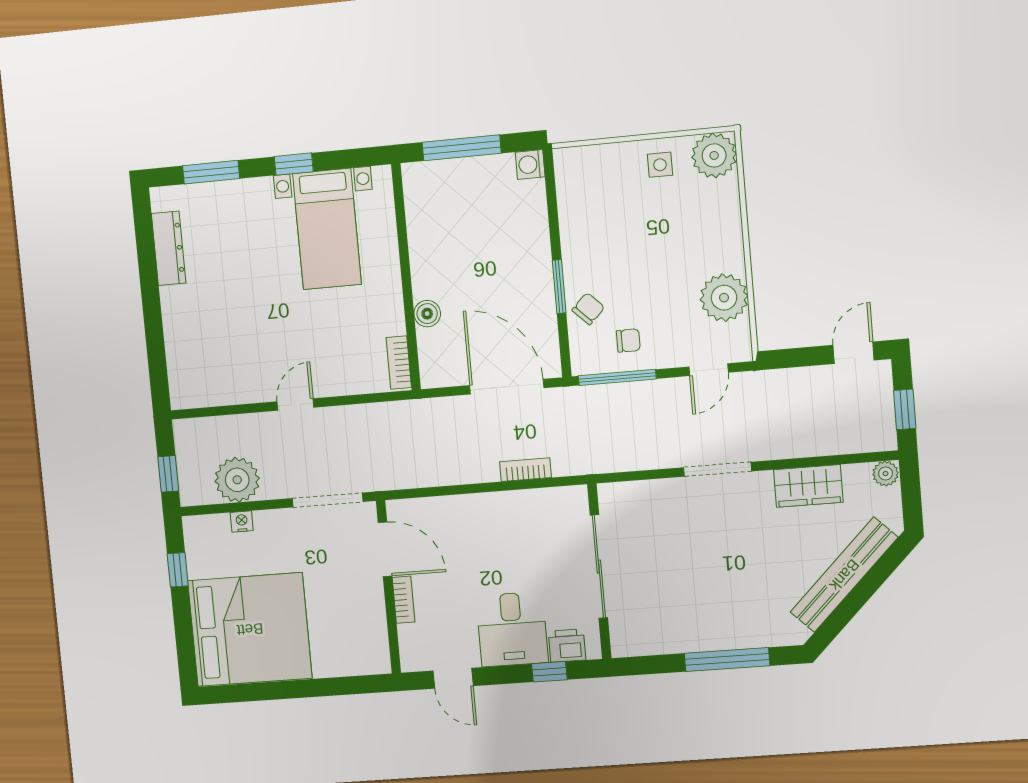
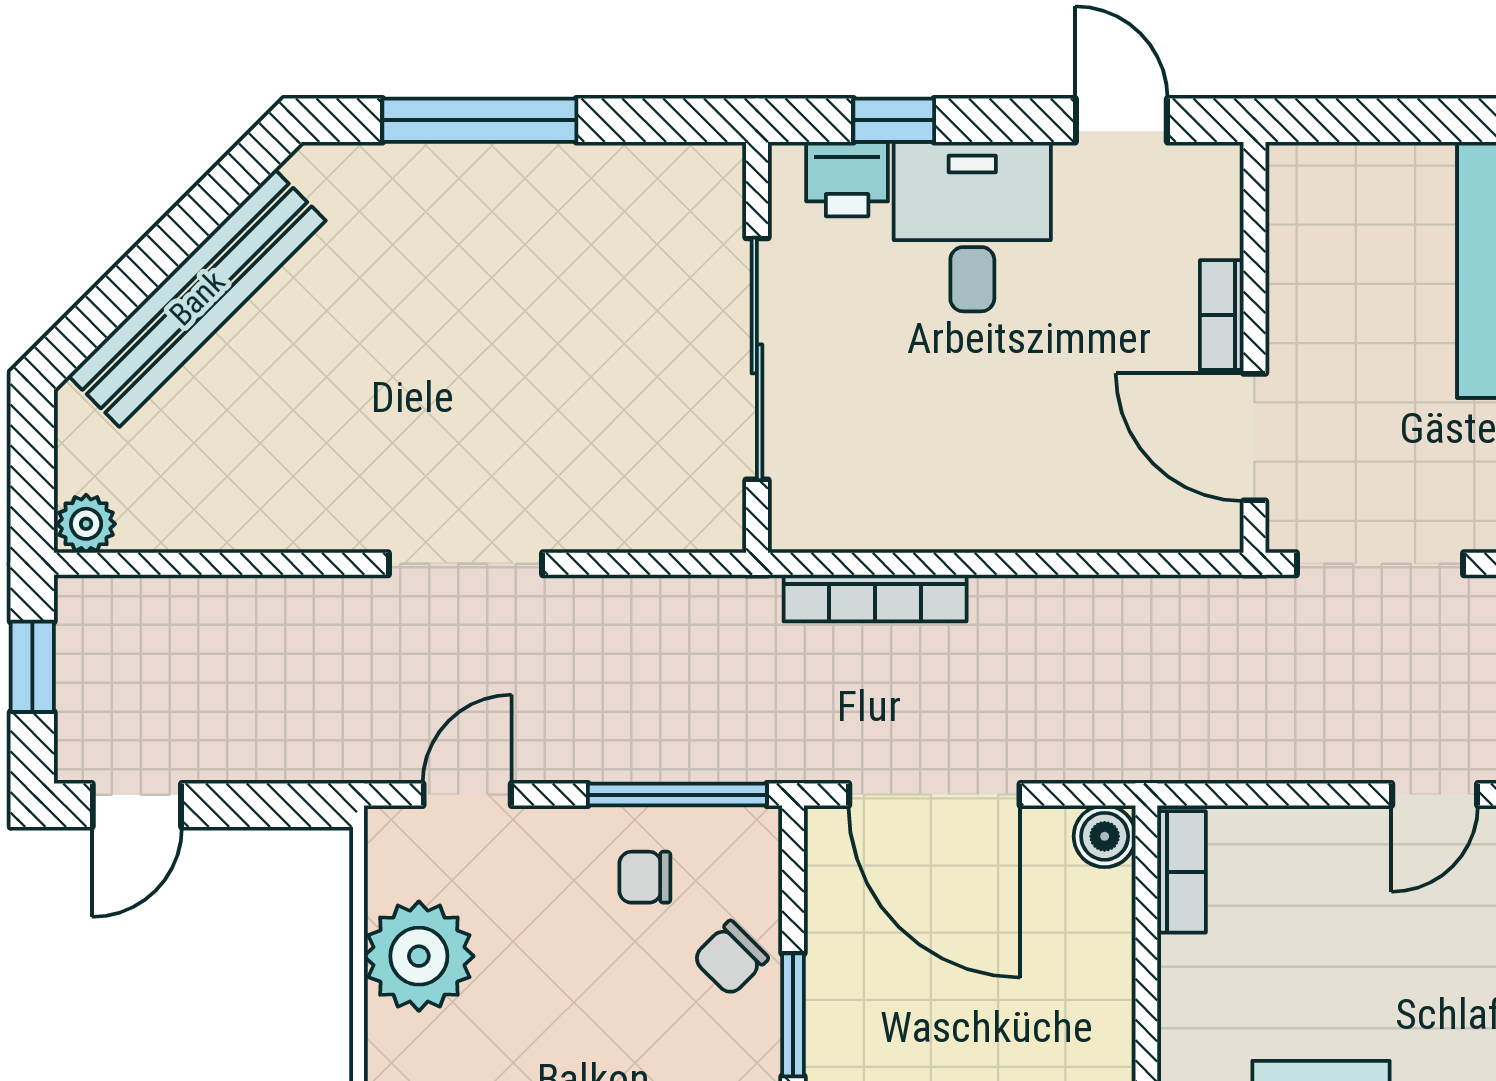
boiler: (427, 314) -> (1105, 836), moved
bookcase: (525, 470) -> (875, 598), width x1.56
wardrobe: (808, 486) -> (262, 509), removed

